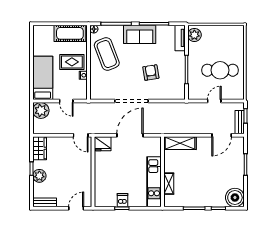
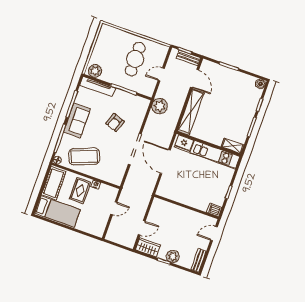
tv unit: (180, 38) -> (98, 87), width x1.41
armchair: (151, 73) -> (115, 122), turned -62
bed: (43, 78) -> (57, 211), moved, turned 180
door: (214, 101) -> (161, 74), hinge flipped
plant: (41, 111) -> (160, 106), moved
door: (81, 135) -> (142, 228), moved
shelving: (180, 143) -> (191, 112), width x1.47
fridge: (103, 144) -> (184, 144), moved, turned 90
shelving: (169, 184) -> (233, 146), moved
boiler: (235, 198) -> (260, 84), width x0.54, depth x0.54
dishwasher: (122, 200) -> (214, 210), moved
door: (76, 208) -> (214, 234), hinge flipped

